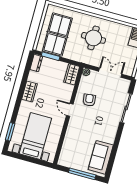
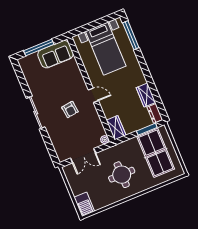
wardrobe: (30, 92) -> (146, 95), moved
armchair: (89, 100) -> (70, 109), moved
sliding door: (126, 108) -> (36, 113), moved
window: (10, 132) -> (131, 35), width x1.44
sofa: (101, 157) -> (56, 54), moved, turned 90

